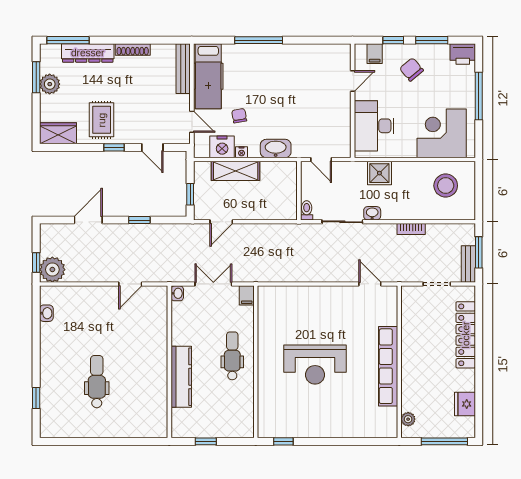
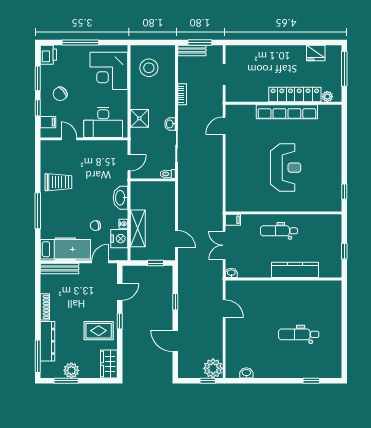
trolley: (296, 67) -> (58, 182), added
bench: (468, 264) -> (192, 50), moved
locker: (466, 335) -> (295, 95), moved, turned 180

